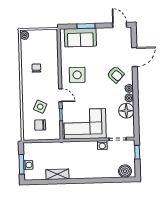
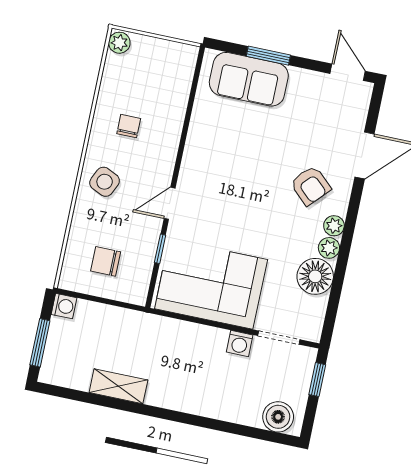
side table: (77, 75) -> (220, 165), removed
door: (60, 95) -> (170, 203), swing flipped
side table: (40, 107) -> (105, 182), moved
washing machine: (28, 165) -> (64, 306), moved

